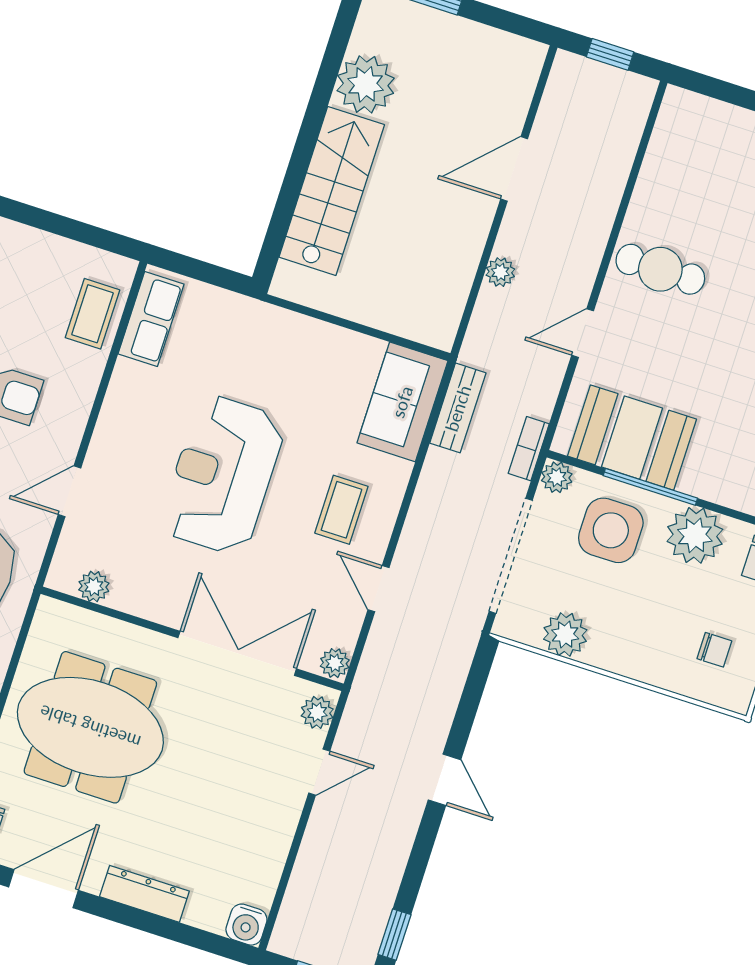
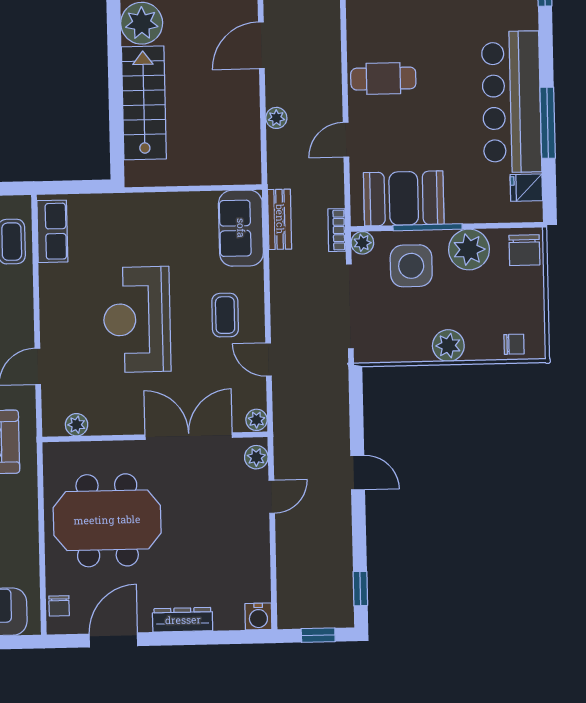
plant: (565, 634) -> (448, 346), moved
chair: (714, 650) -> (514, 344), moved

